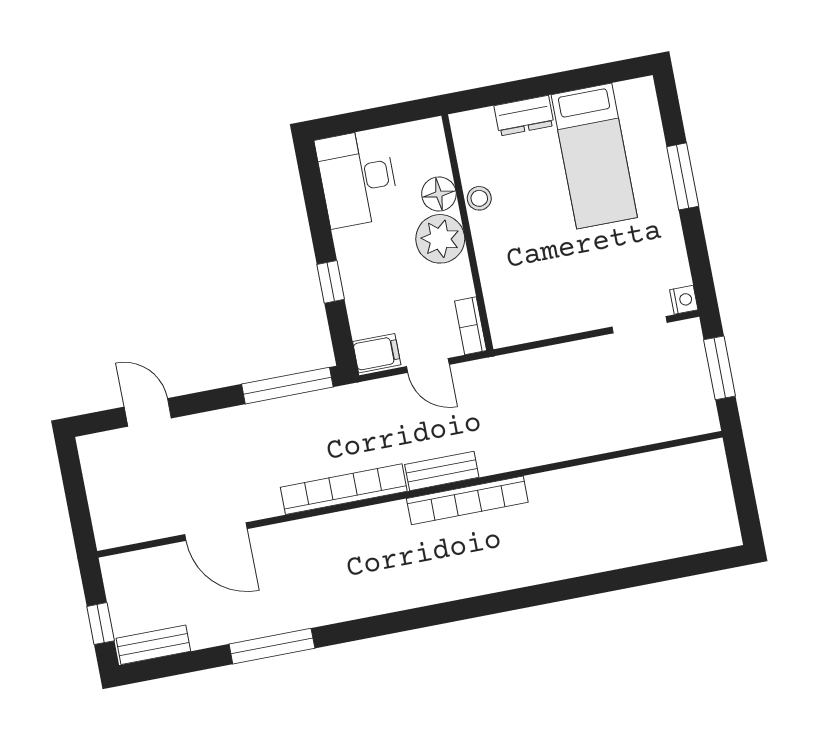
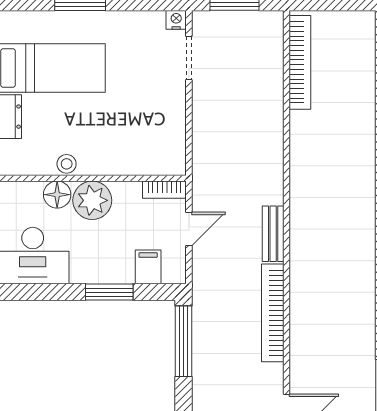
window: (331, 282) -> (109, 292), width x1.50
filing cabinet: (377, 353) -> (148, 267), moved
bookcase: (467, 500) -> (300, 62), moved

